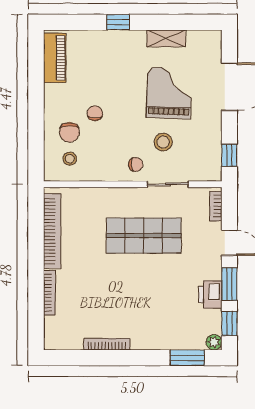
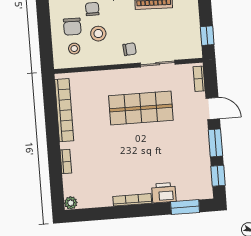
stool: (163, 142) -> (98, 34), moved
bookcase: (49, 293) -> (66, 162), width x0.64
printer: (210, 294) -> (164, 193), moved, turned 90
plant: (214, 342) -> (71, 203), moved
bookcase: (107, 344) -> (132, 200), moved

